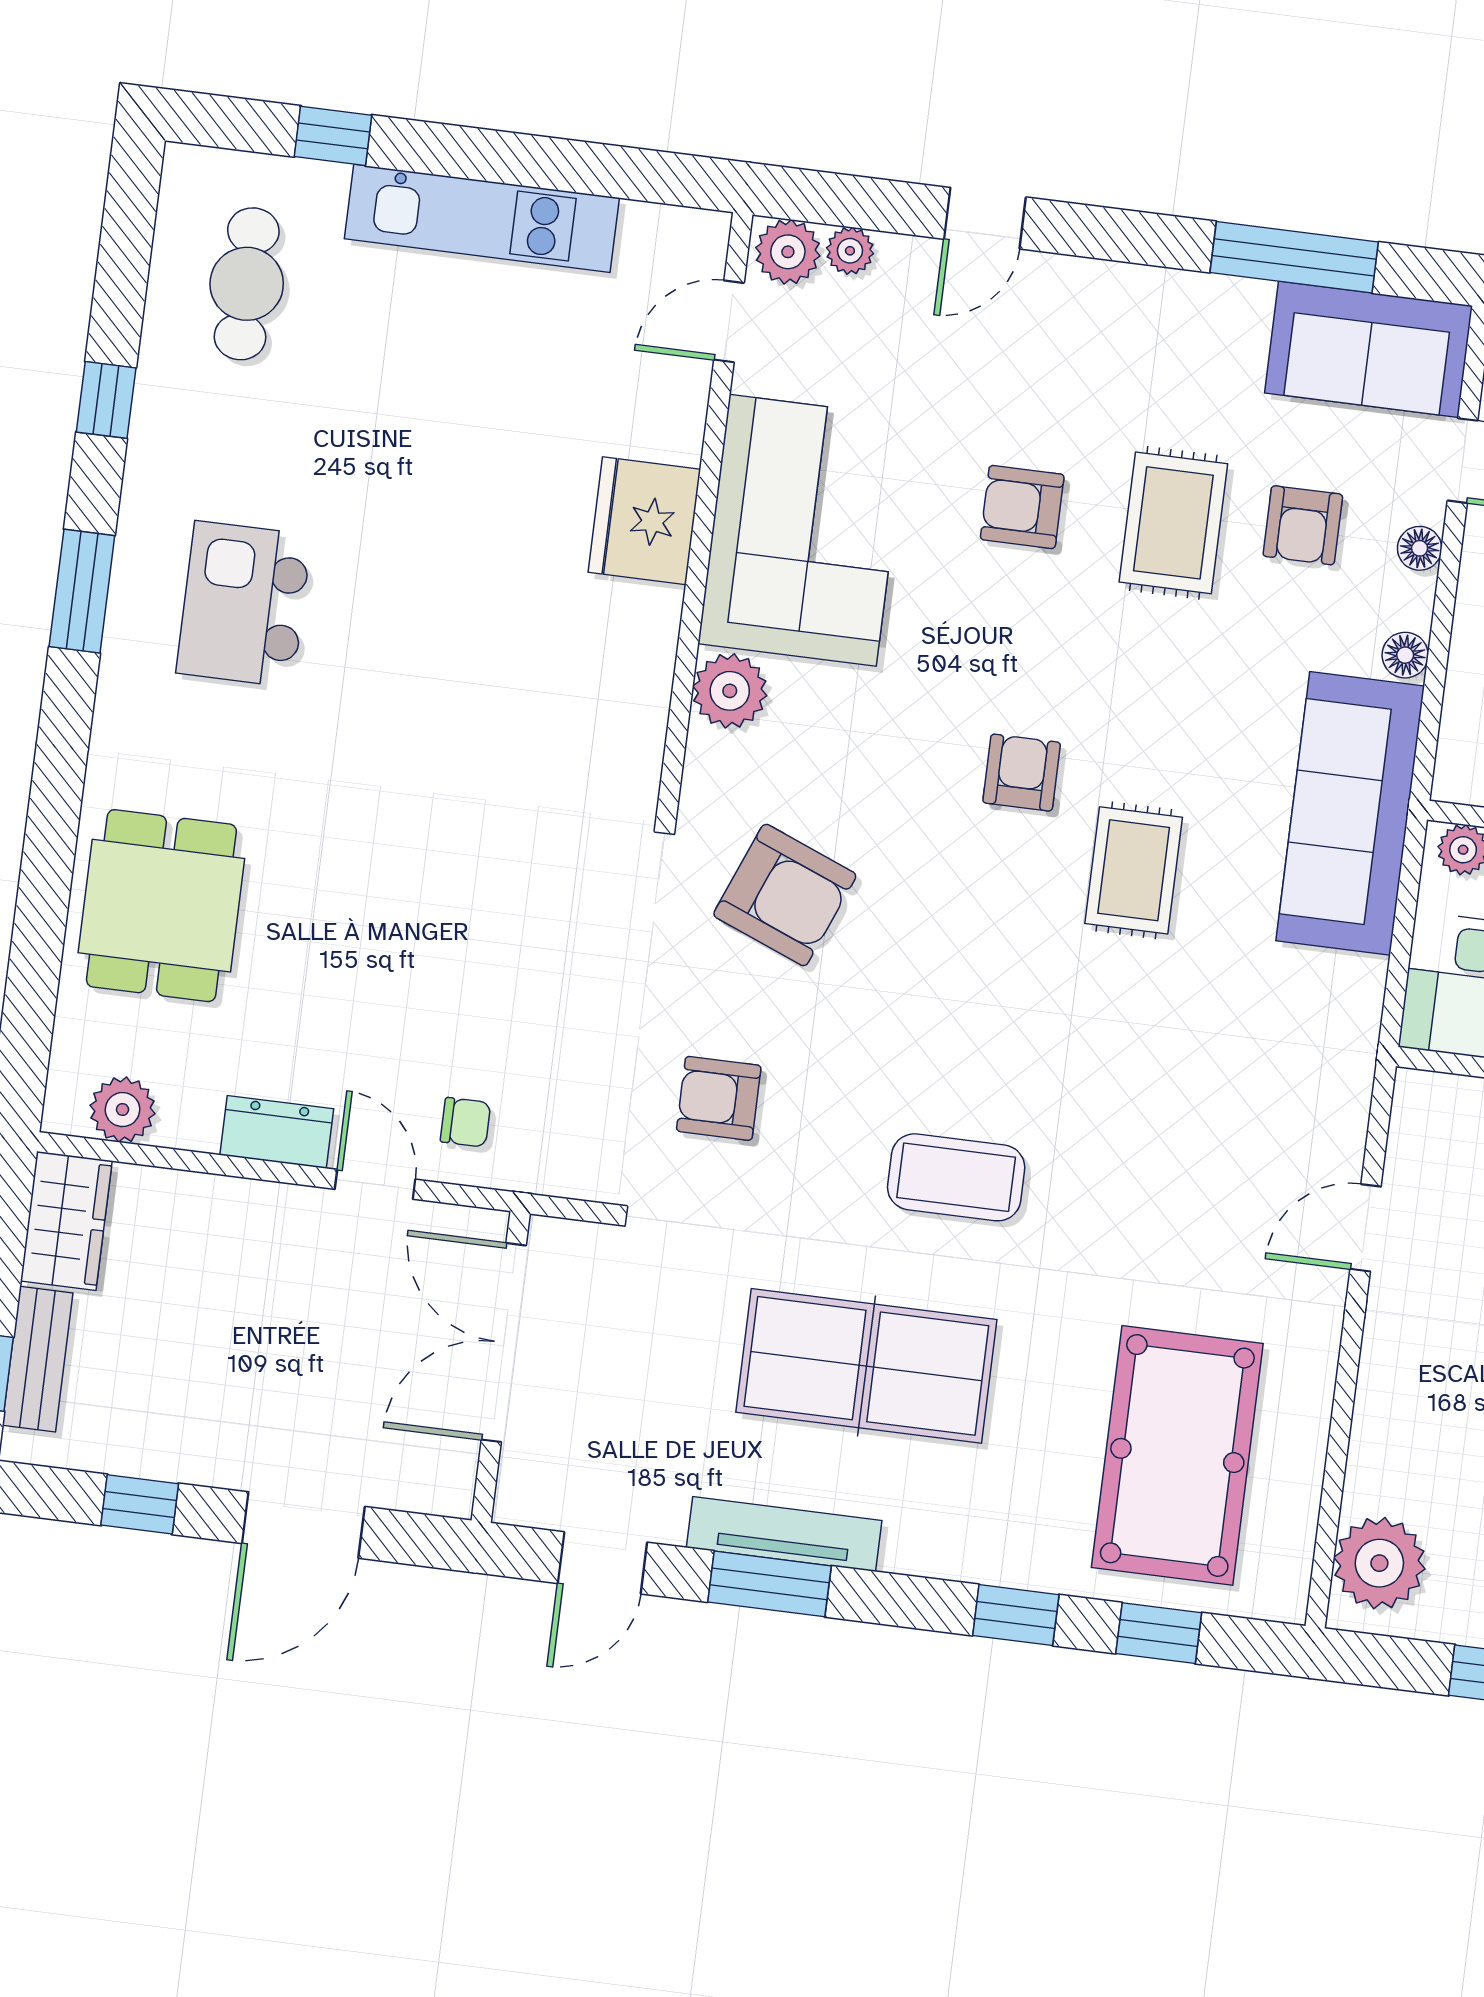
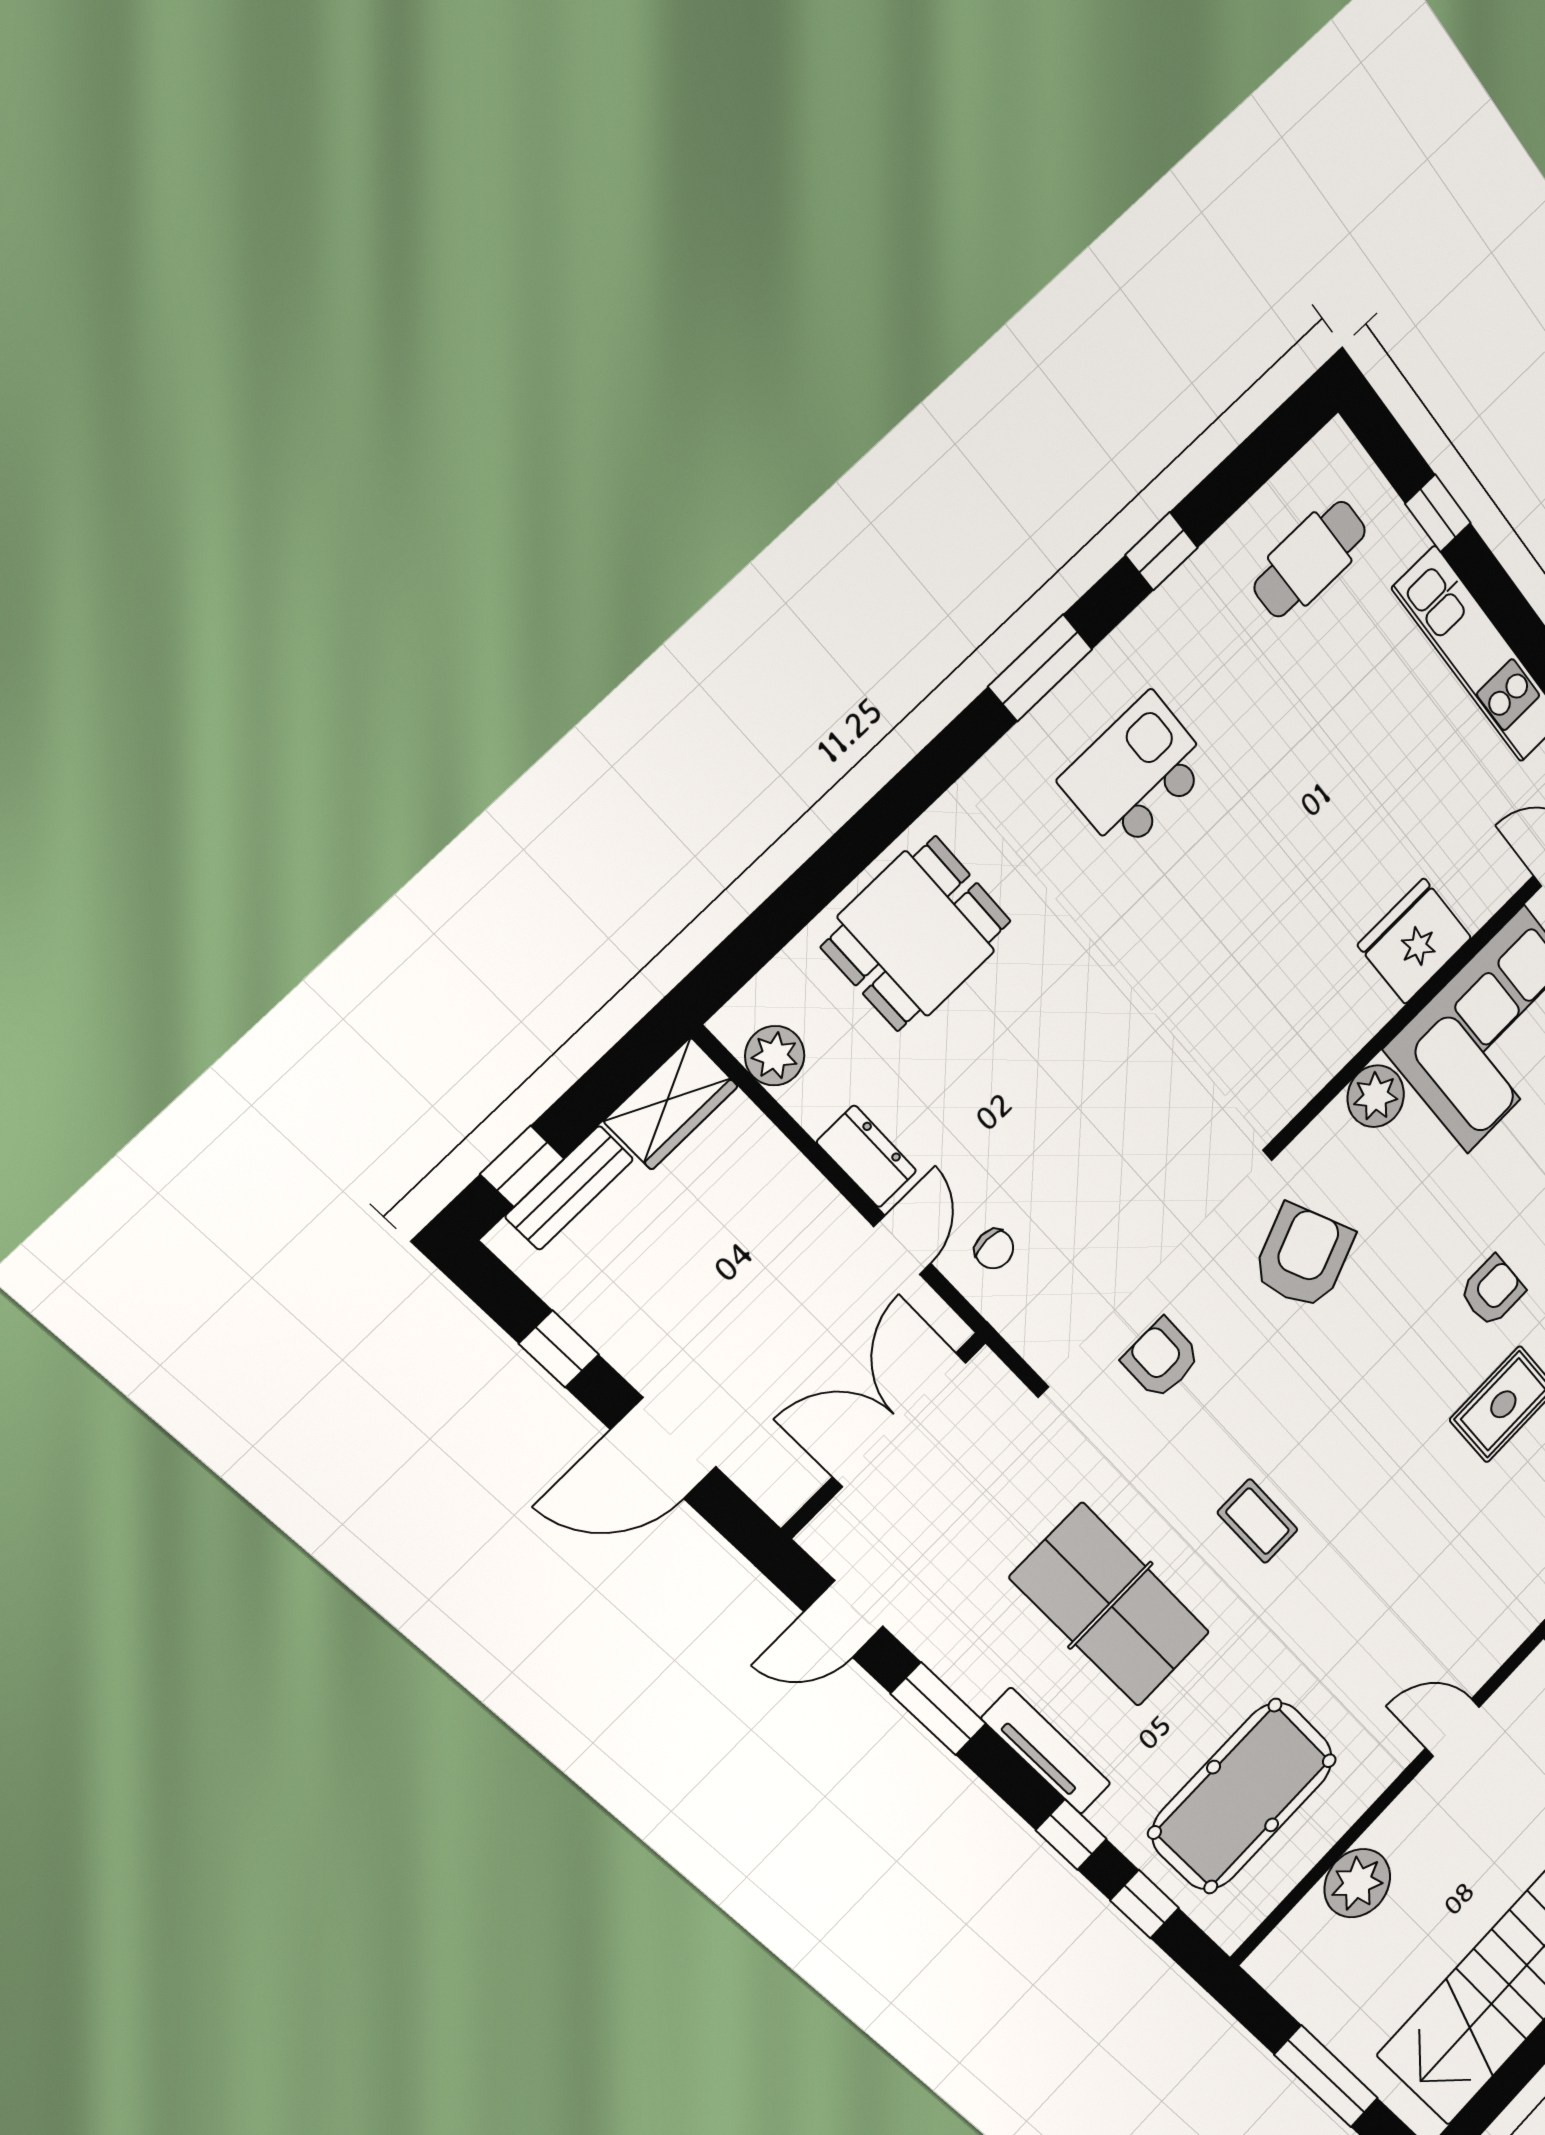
armchair: (785, 895) -> (1303, 1257), turned -135
coffee table: (956, 1177) -> (1258, 1521), width x0.73, depth x0.77
tv unit: (784, 1534) -> (1046, 1751), moved
plant: (1379, 1563) -> (1357, 1883), moved

